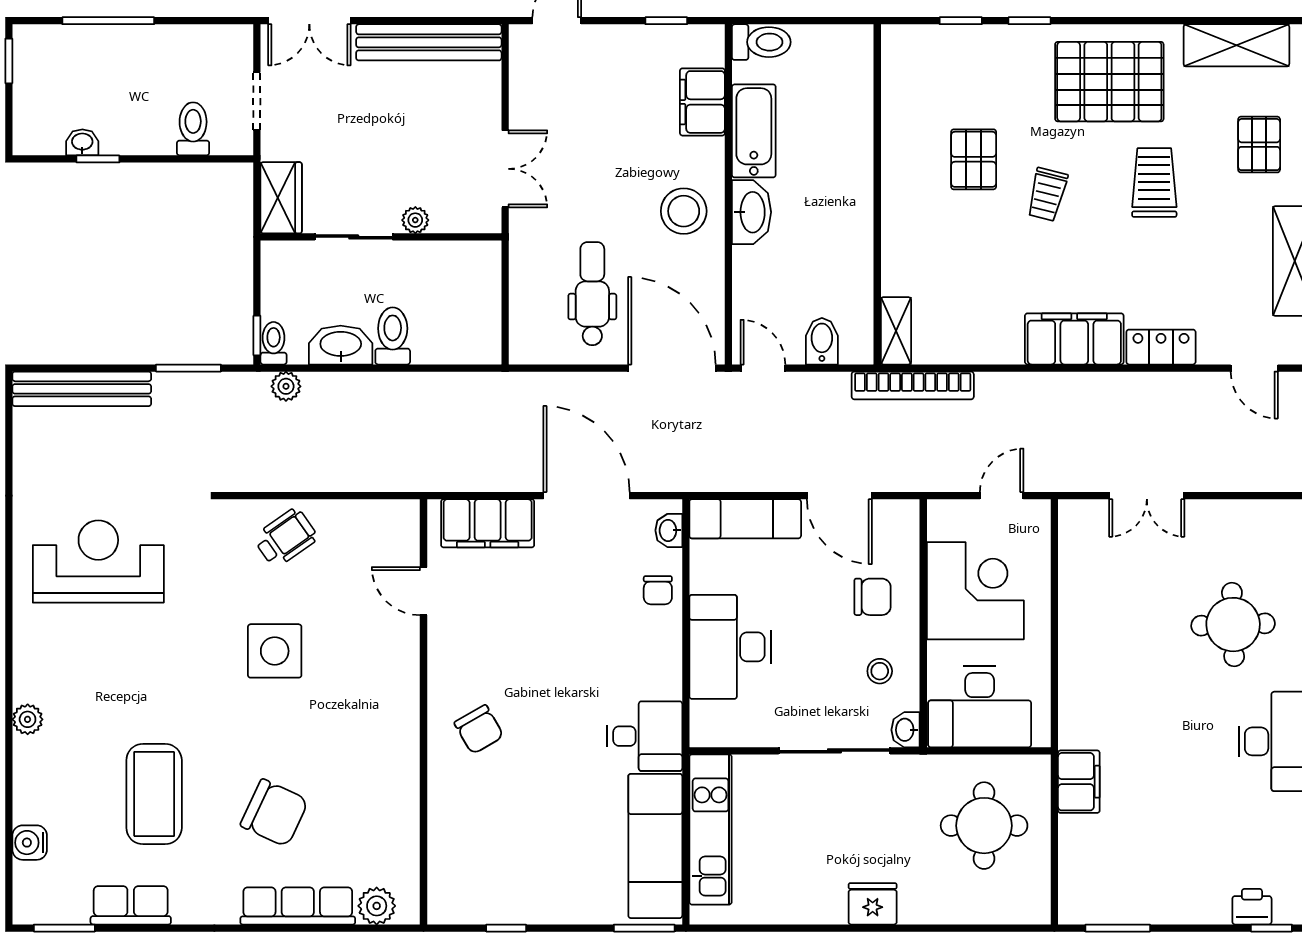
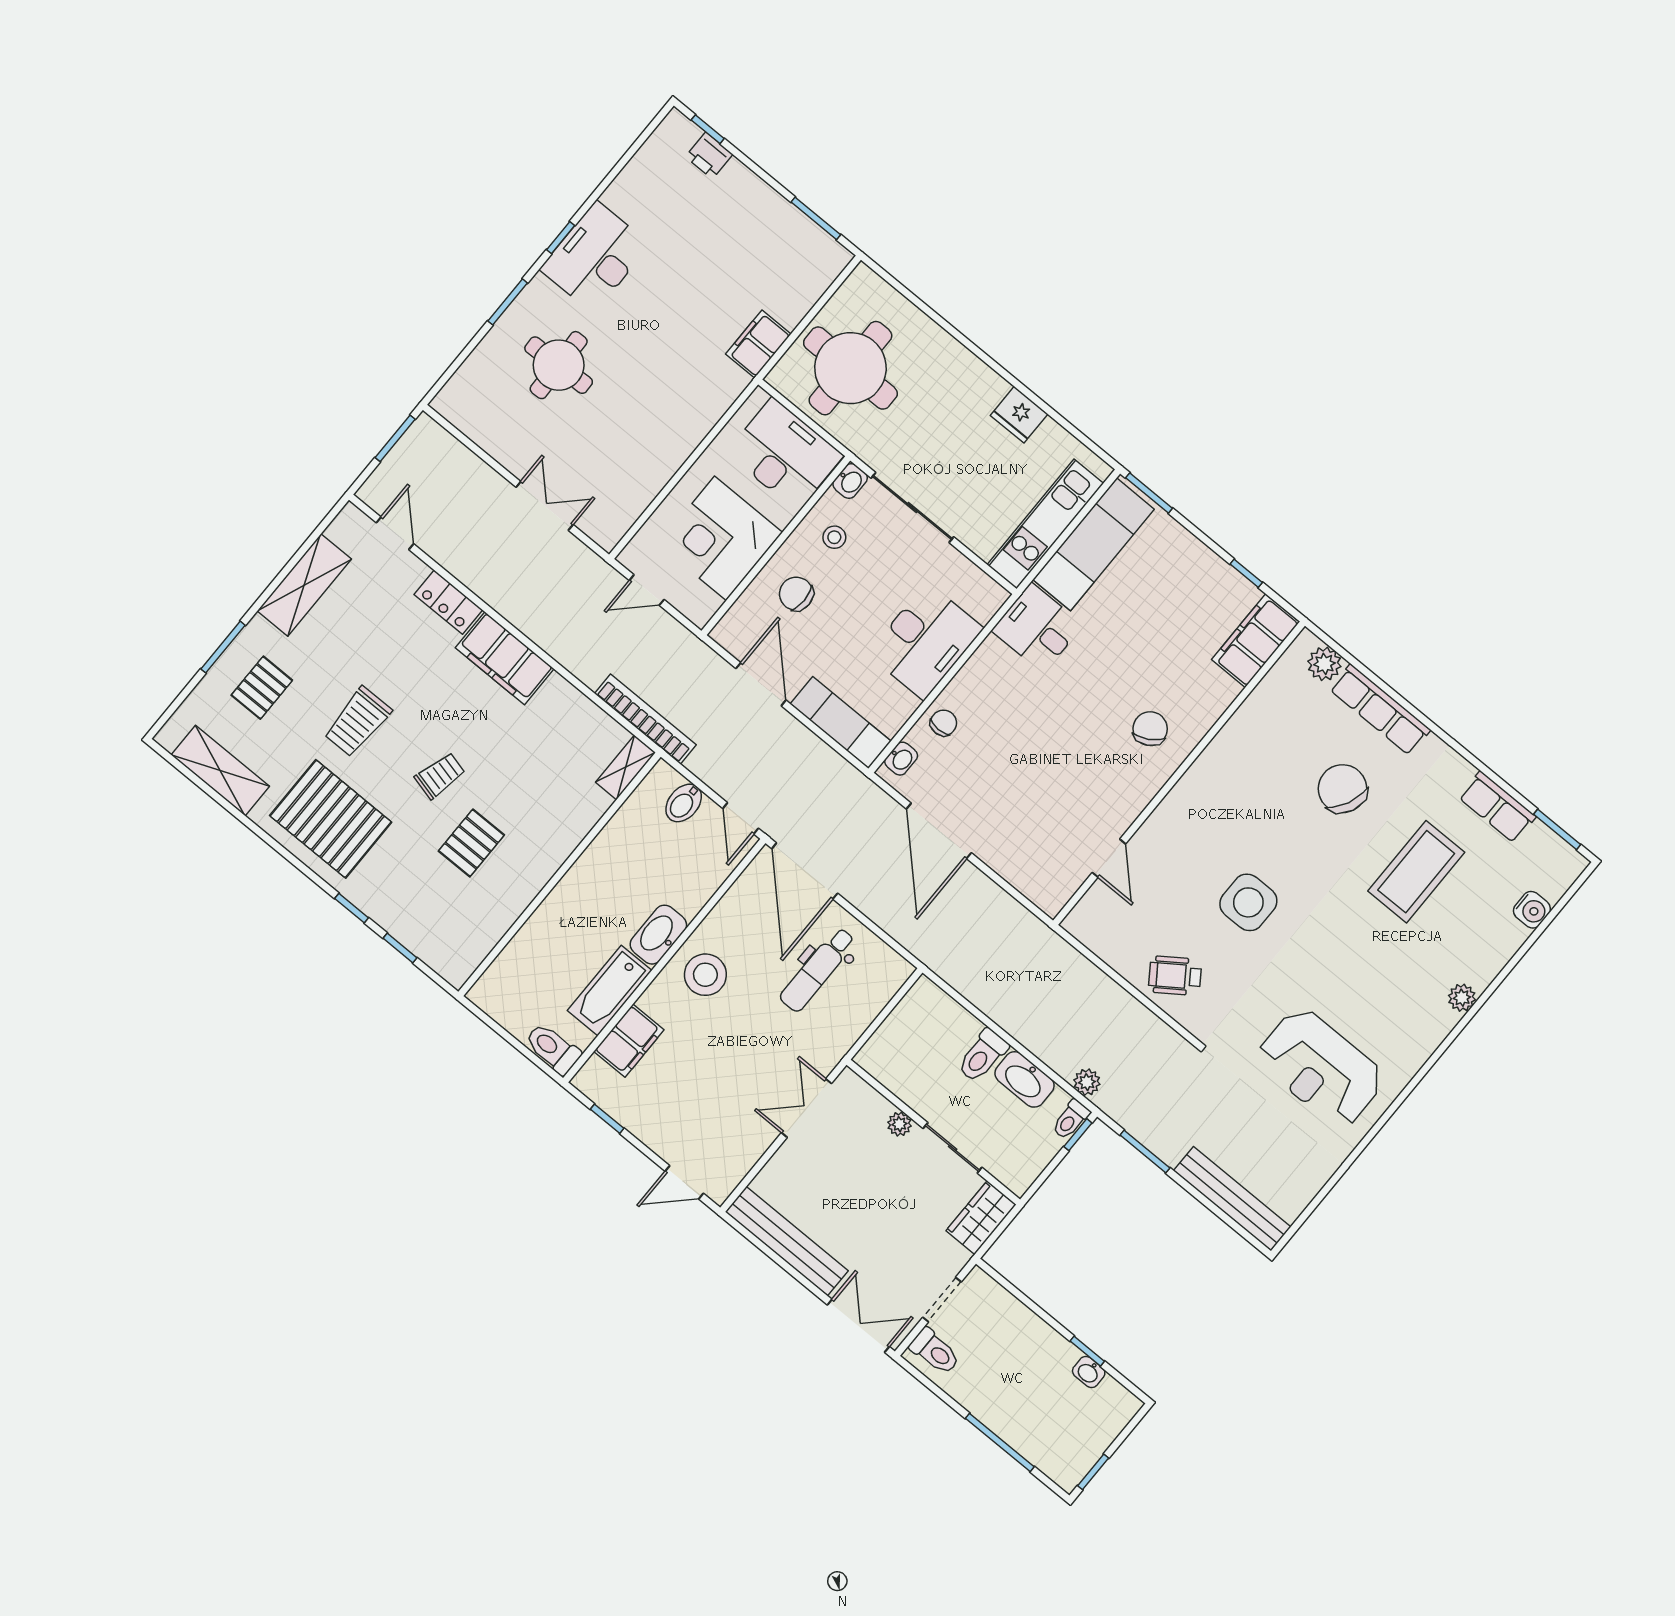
toilet: (193, 129) -> (935, 1351), moved, turned -90
filing cabinet: (488, 523) -> (1255, 641), moved, turned -90
round table: (984, 826) -> (850, 368), width x1.36, depth x1.36
fridge: (873, 904) -> (1019, 415), moved

